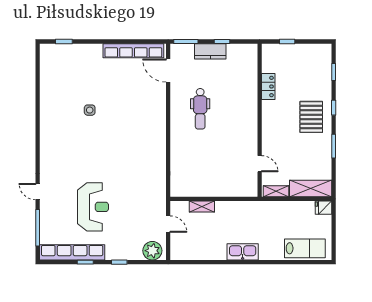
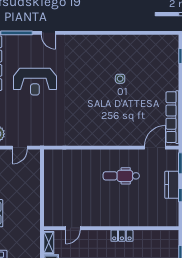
locker: (268, 87) -> (122, 236), moved
door: (38, 192) -> (48, 33), swing flipped
shelving: (202, 207) -> (35, 177), removed

